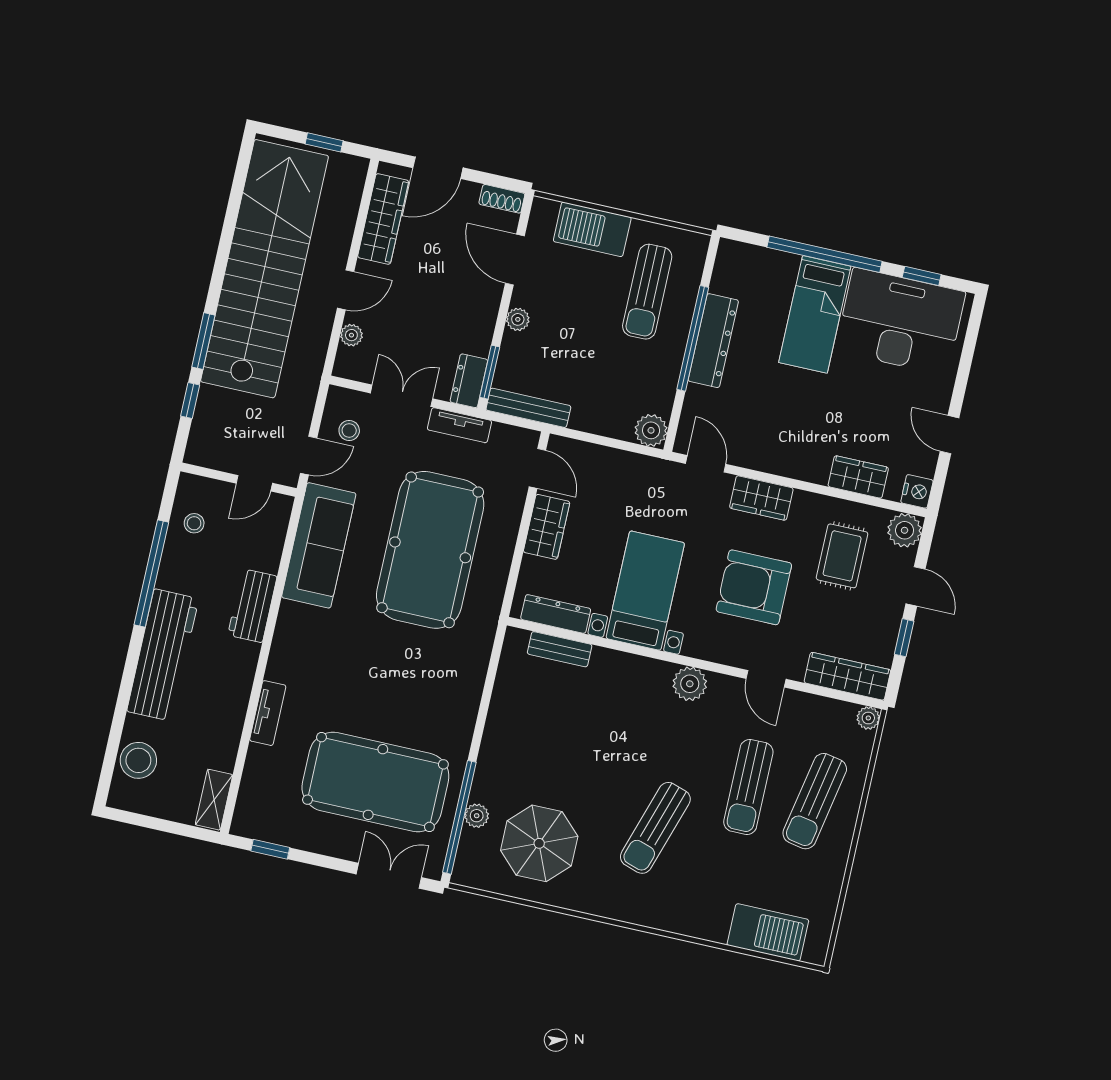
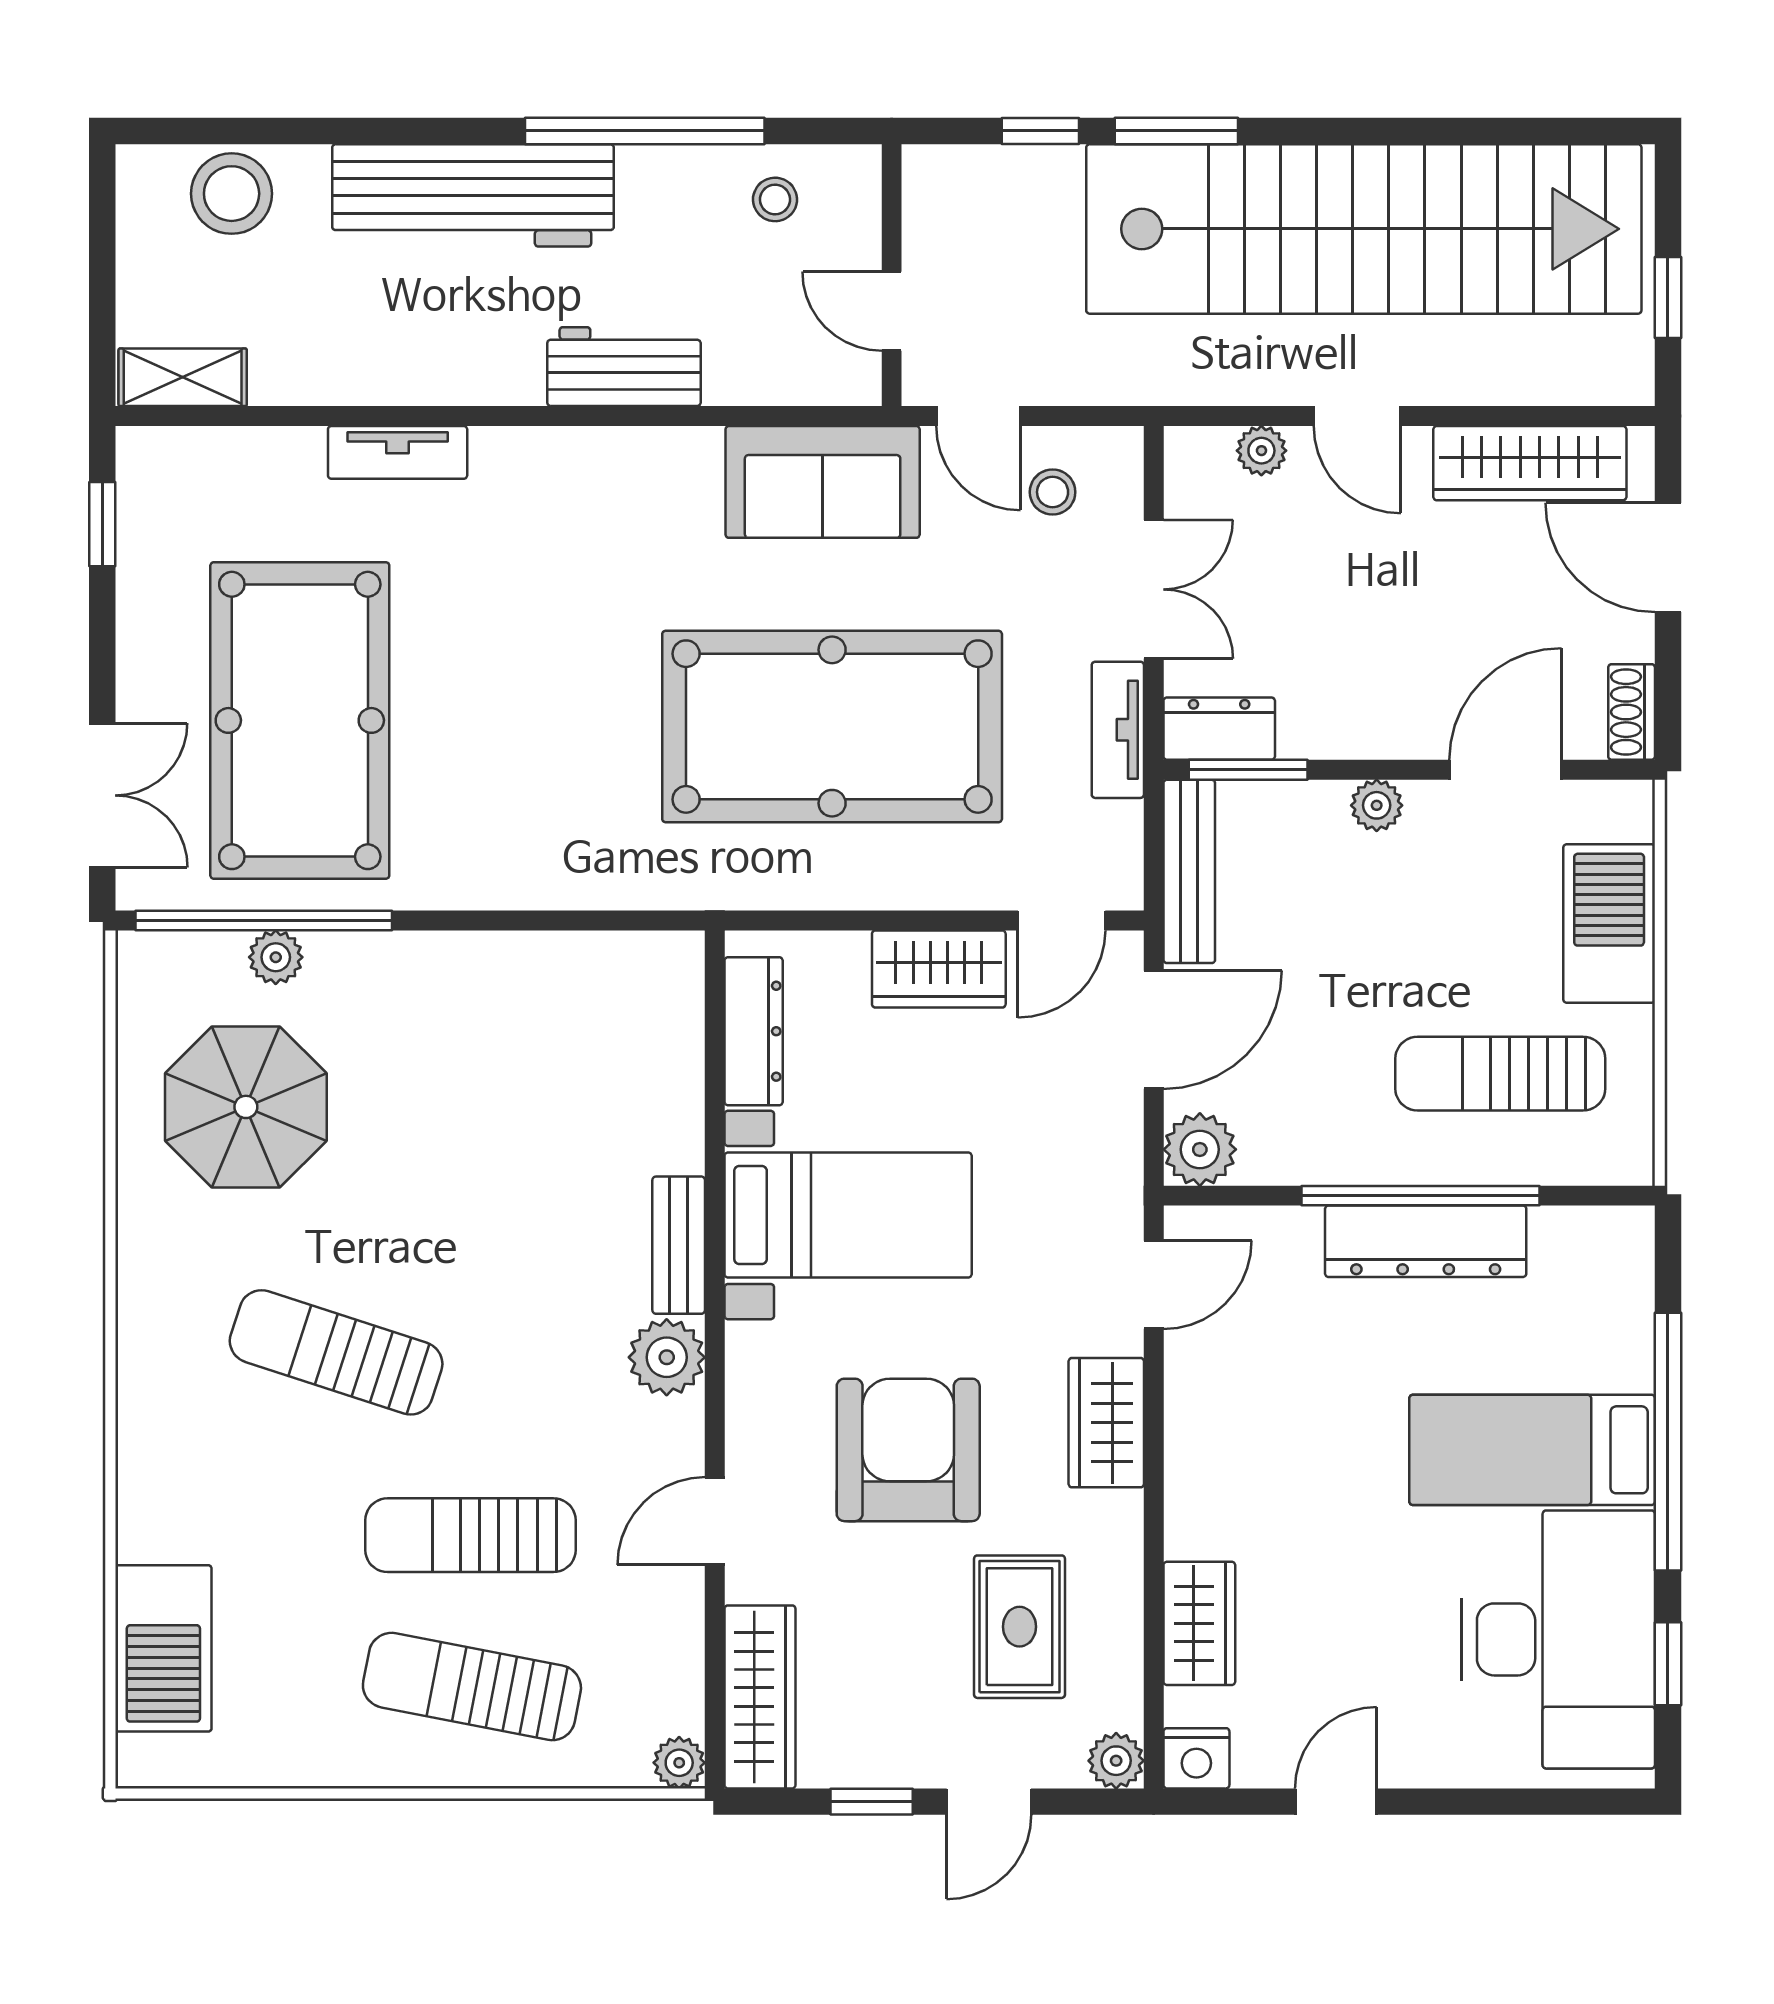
door: (594, 439) -> (1154, 1030), added
plant: (905, 530) -> (1116, 1761), width x0.73, depth x0.73
sofa: (319, 545) -> (823, 482), width x0.73
rug: (842, 556) -> (1020, 1627), turned 90
bench: (560, 649) -> (679, 1245), moved

